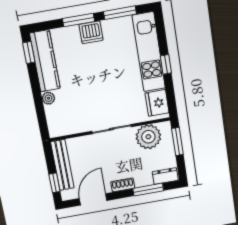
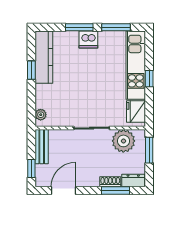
window: (29, 52) -> (31, 70), moved
plant: (48, 98) -> (41, 115), moved
bench: (62, 165) -> (42, 147), width x0.73
shoe rack: (123, 185) -> (110, 182), moved

